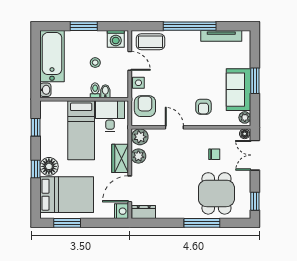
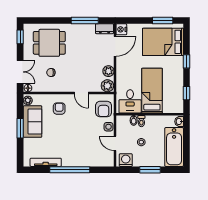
coffee table: (151, 42) -> (99, 158), removed
wardrobe: (120, 158) -> (122, 69), removed
floor lamp: (49, 166) -> (176, 63), removed
dining table: (216, 193) -> (49, 43), turned 90
window: (202, 223) -> (85, 20), moved

